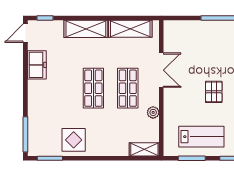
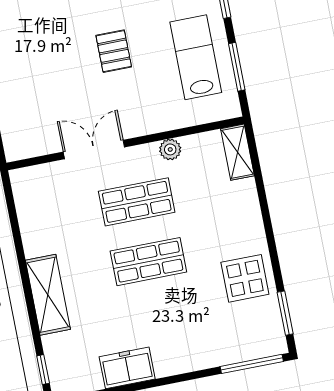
shelving: (130, 29) -> (33, 218), removed
pallet: (214, 92) -> (114, 51), turned 90

